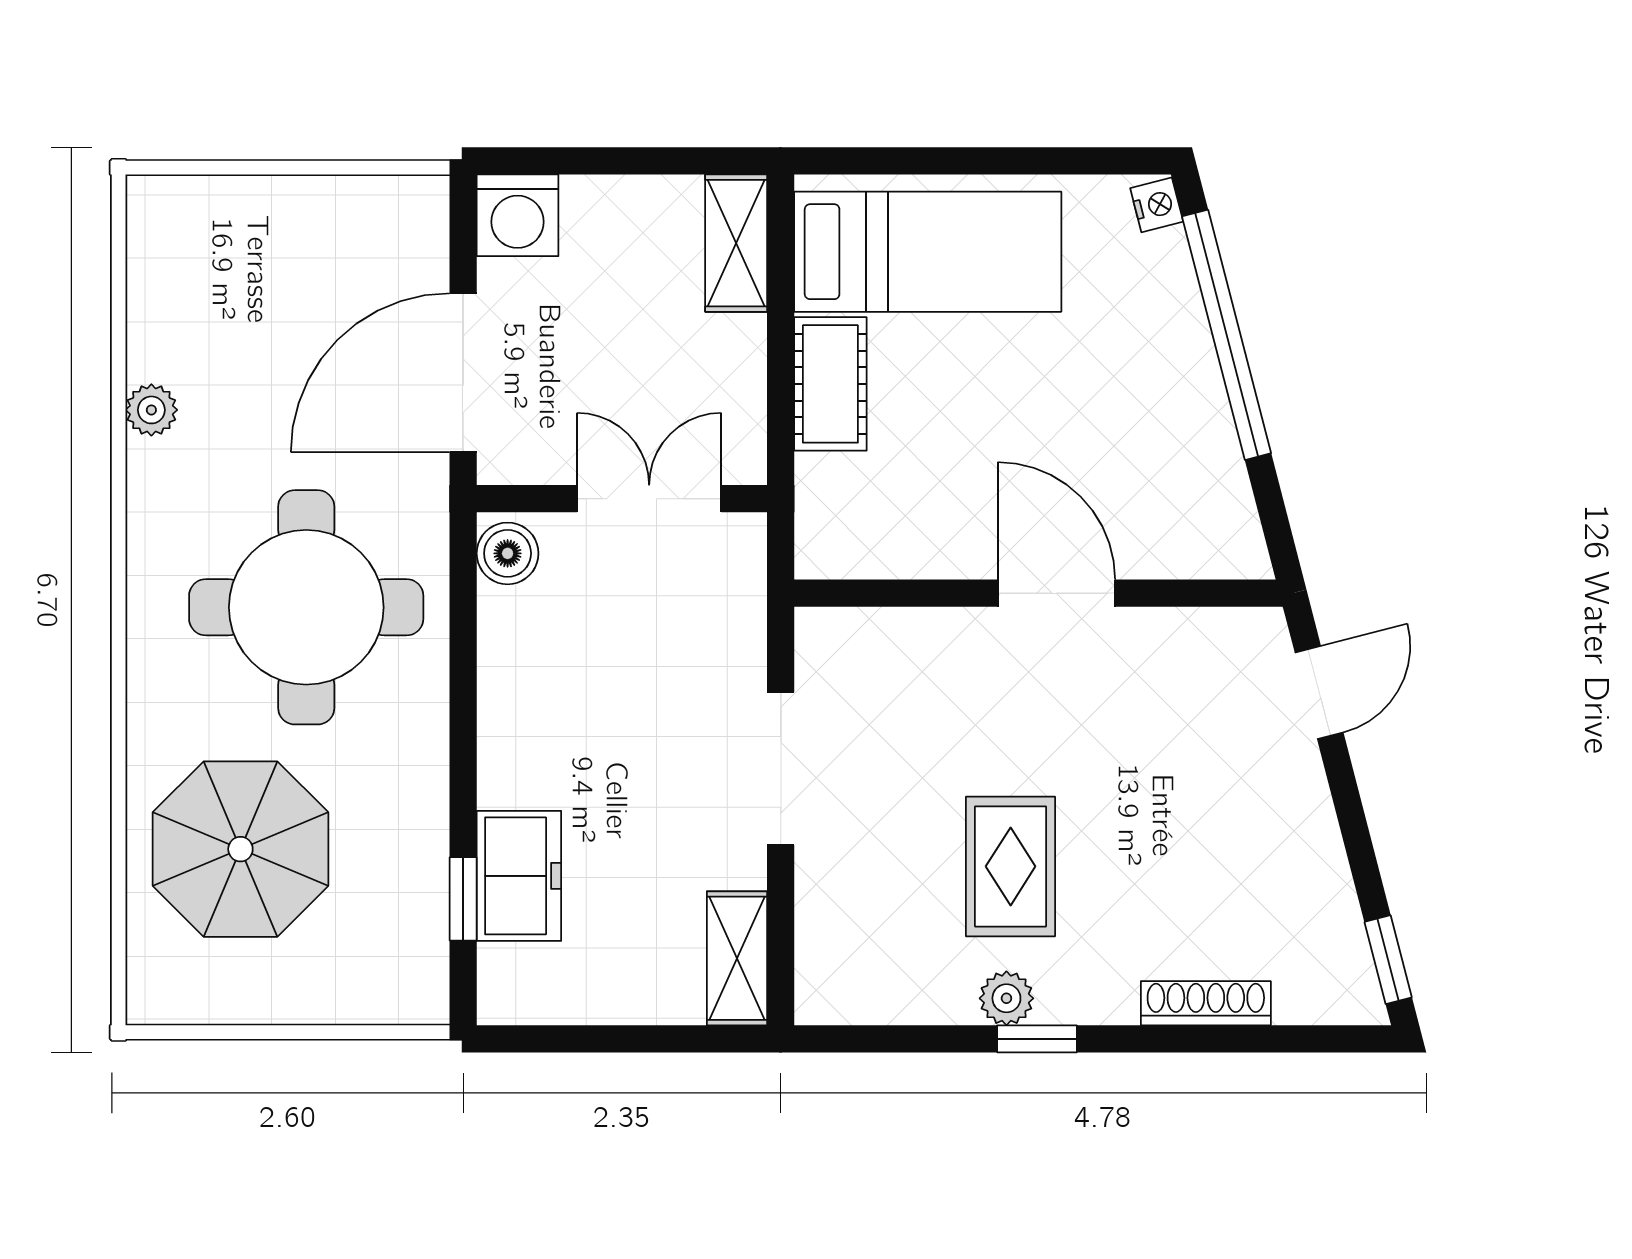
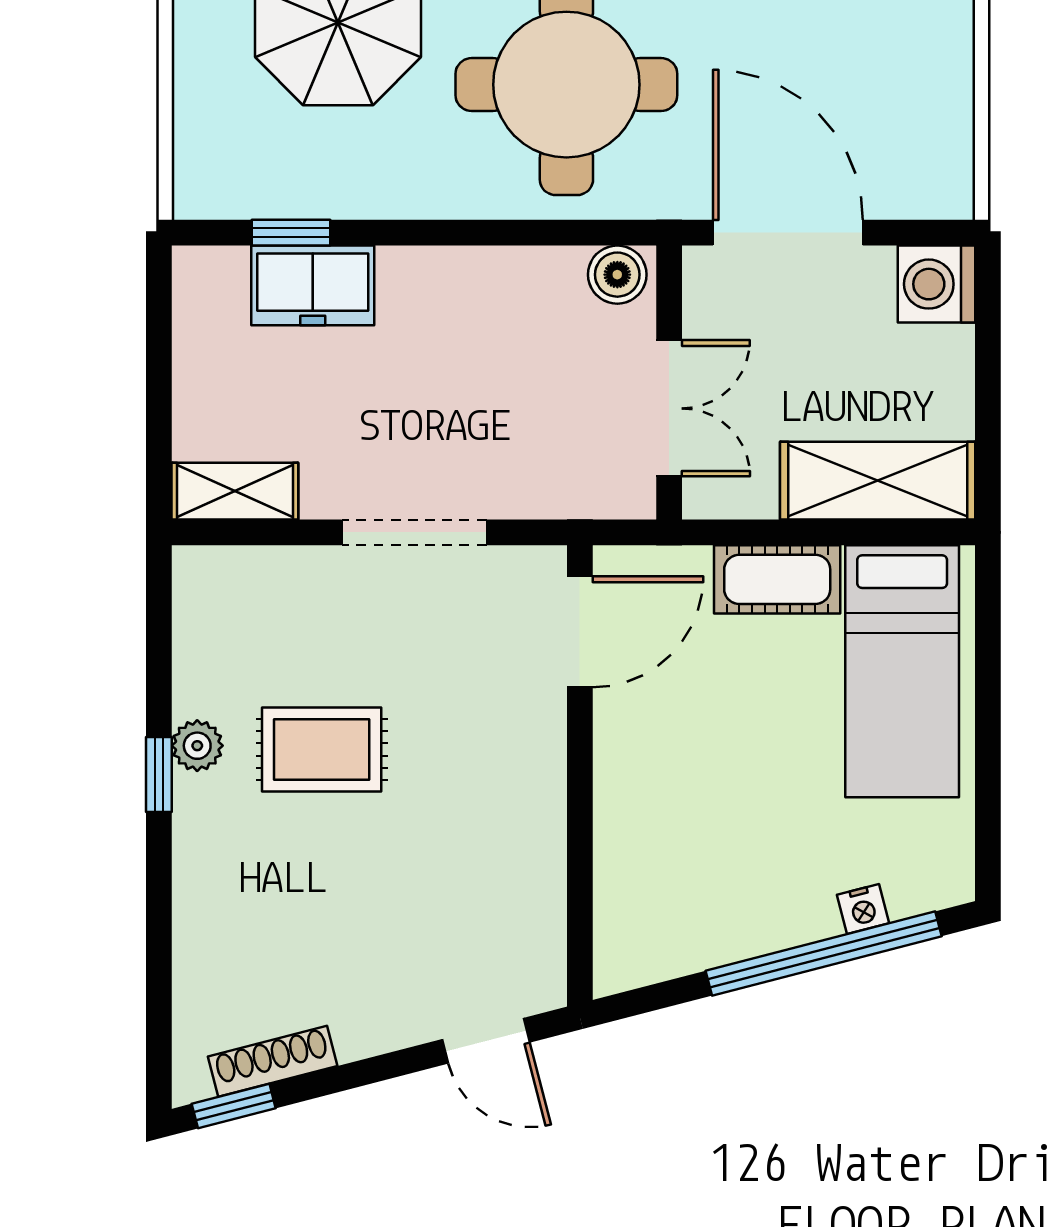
nightstand: (1157, 205) -> (863, 909), moved
shelving: (736, 243) -> (878, 481), width x1.50, depth x1.33
door: (1056, 593) -> (580, 632), moved
shoe rack: (1206, 1003) -> (273, 1061), moved, turned -105

